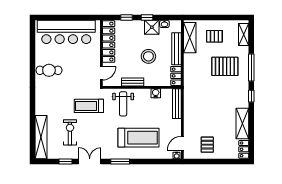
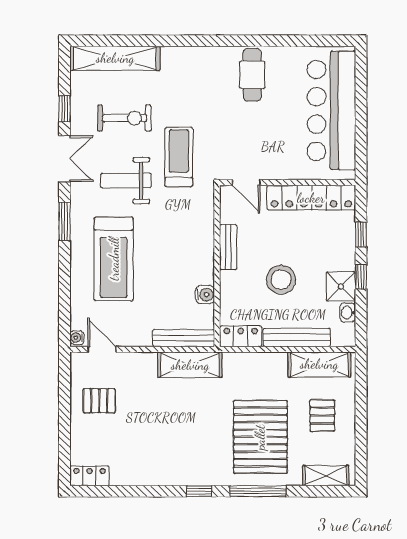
pallet: (225, 66) -> (260, 437), width x1.37, depth x1.41
weight bench: (123, 104) -> (126, 180), moved
shelving: (242, 124) -> (190, 365), moved

